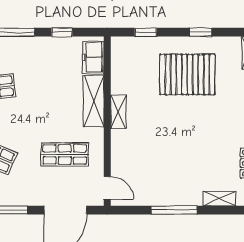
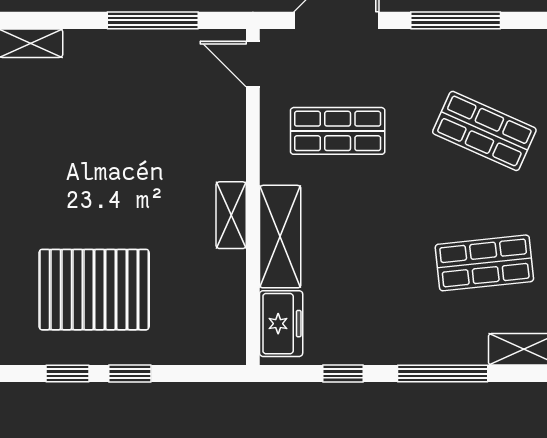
window: (146, 32) -> (130, 374), moved
window: (174, 210) -> (153, 20), moved

